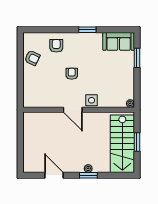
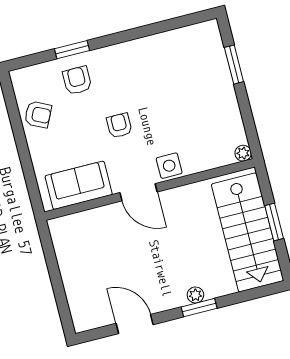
window: (87, 30) -> (72, 50), moved
sofa: (119, 41) -> (79, 185), moved, turned 180

